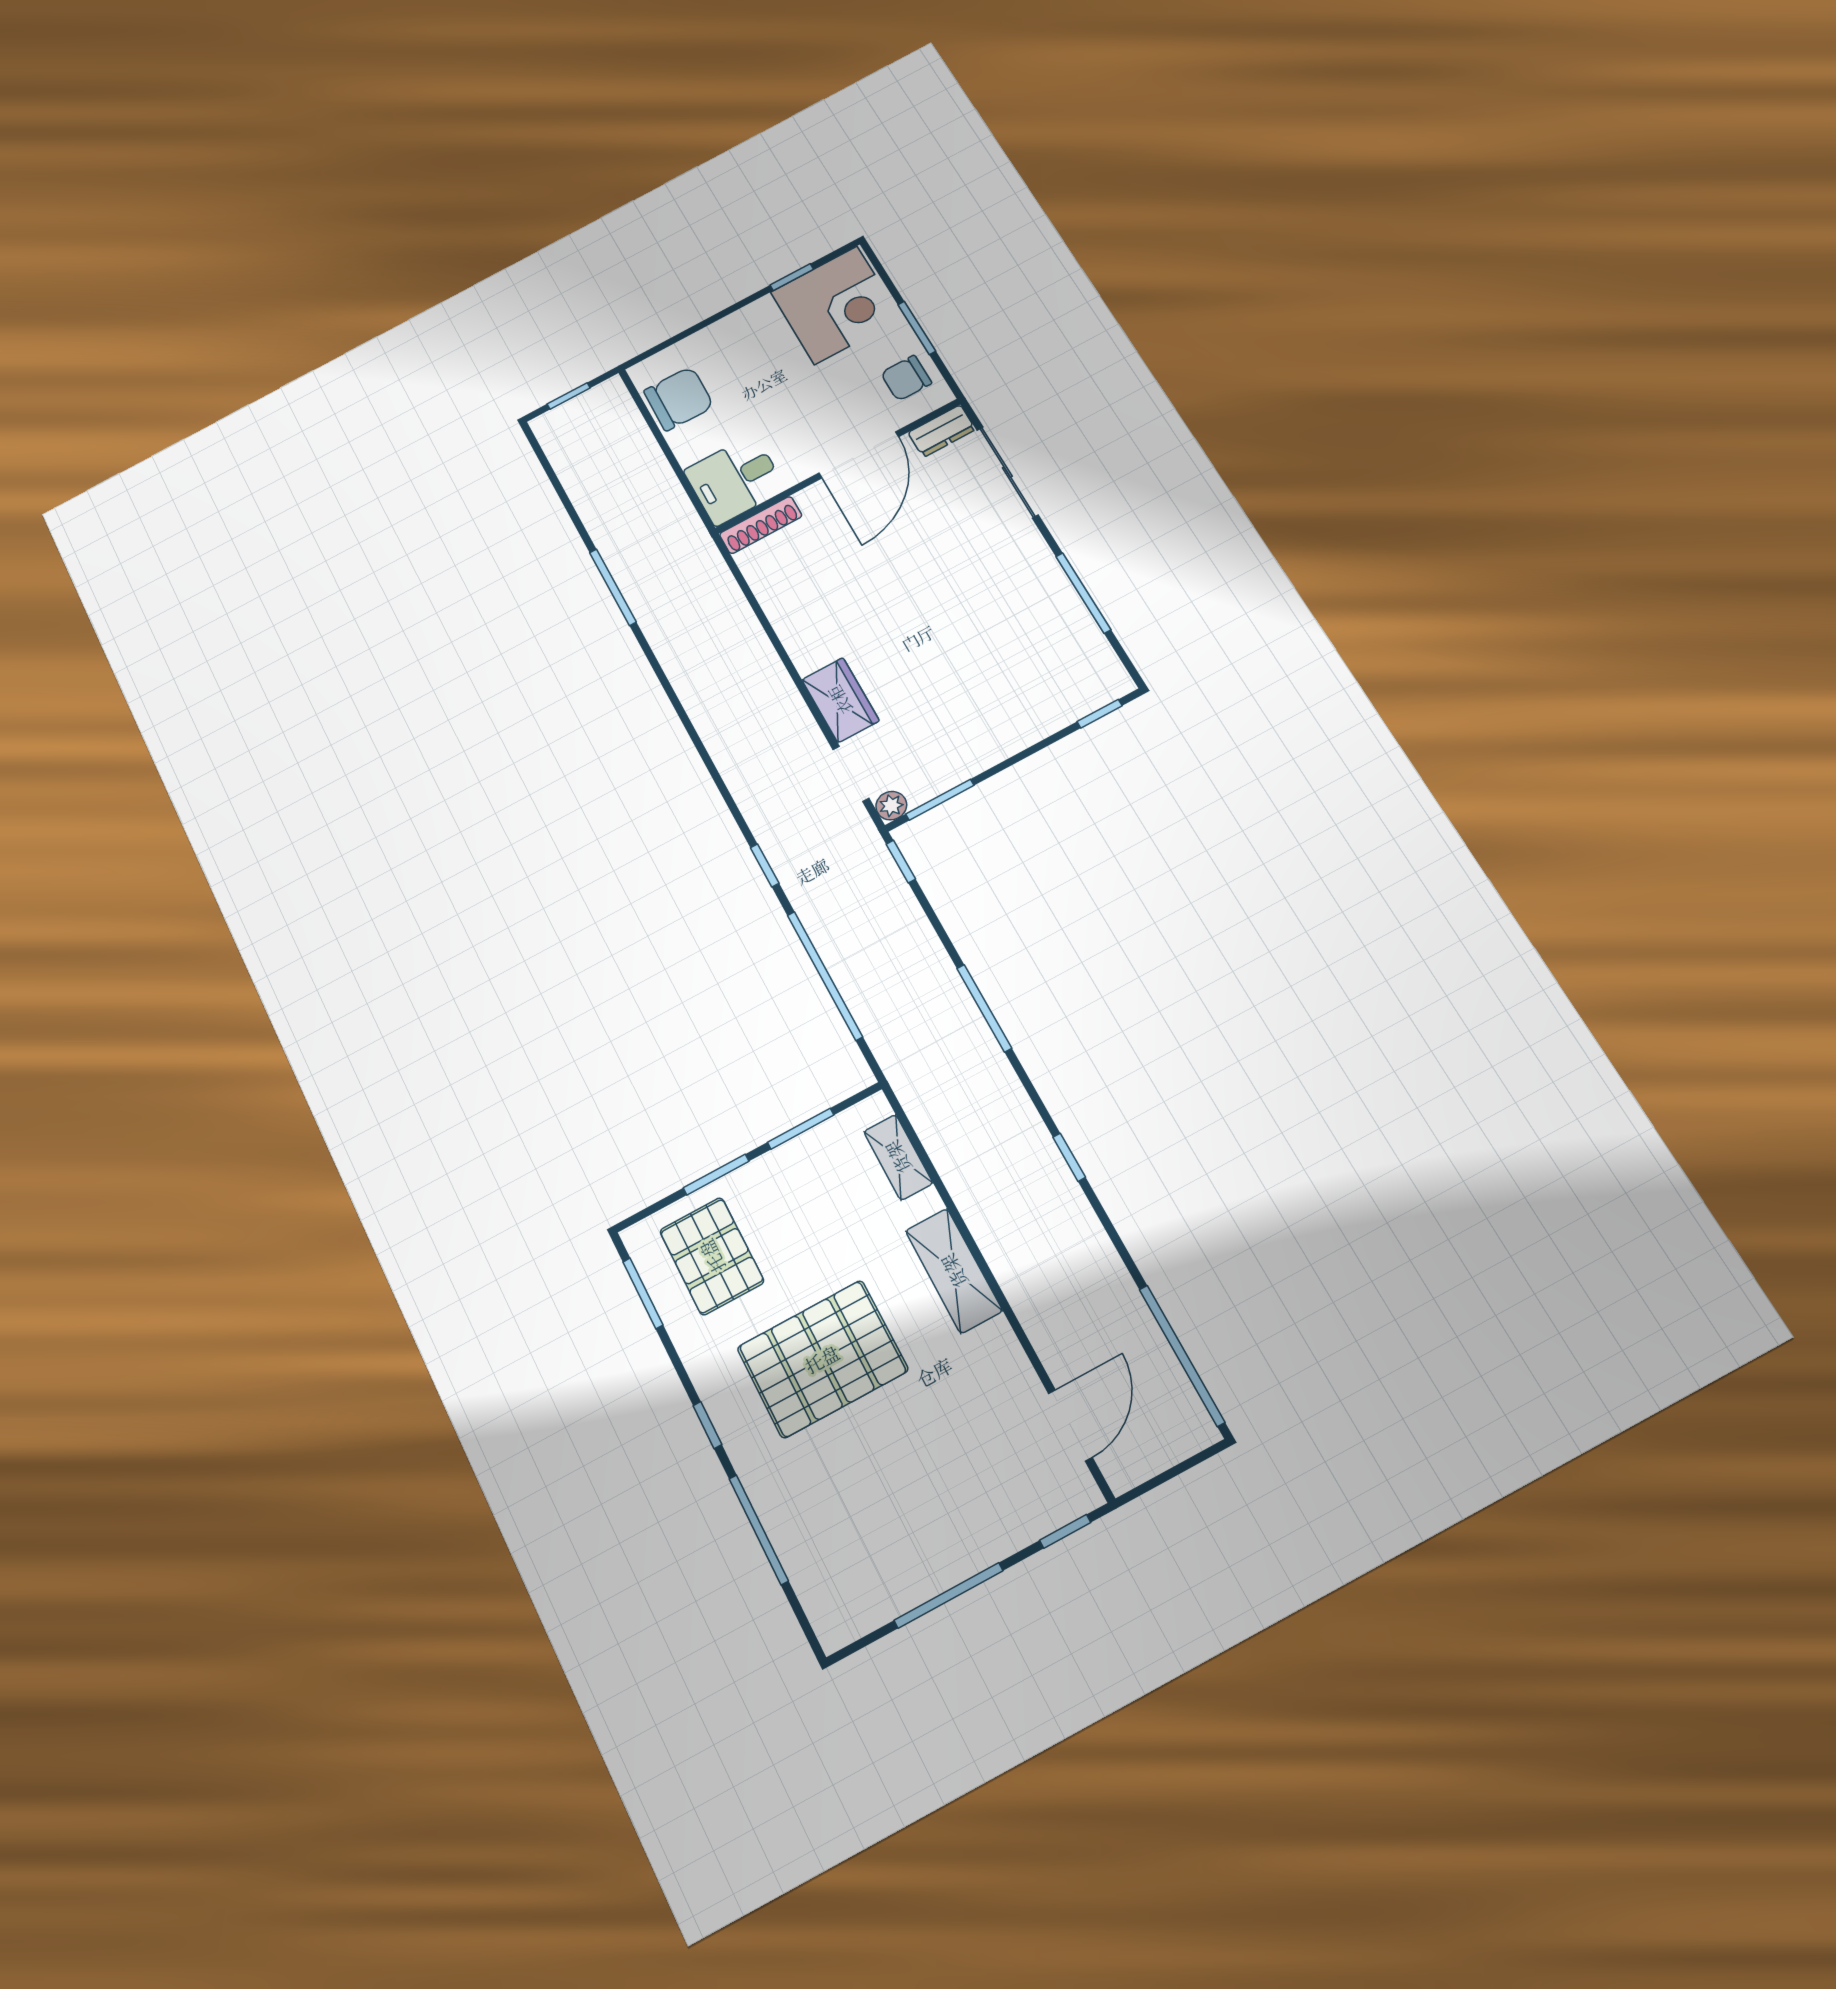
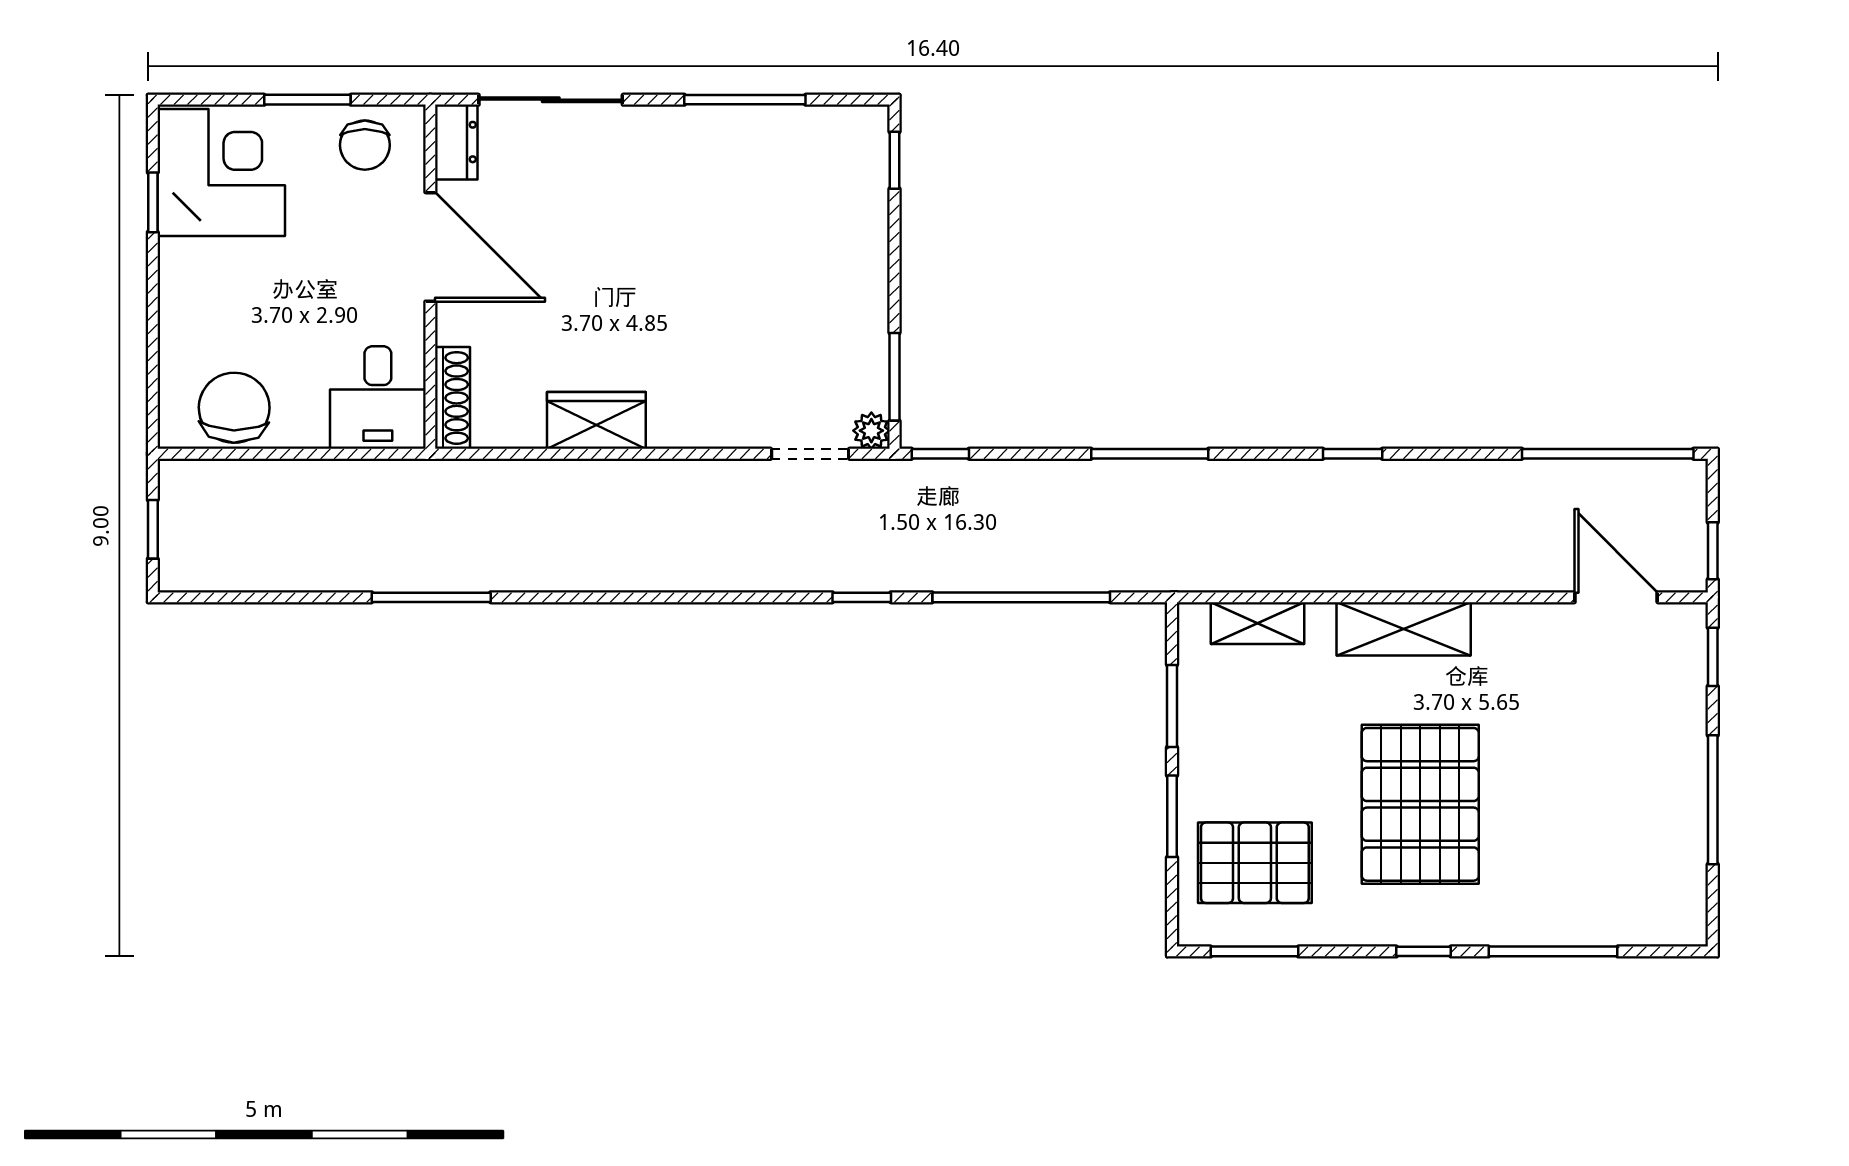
wardrobe: (840, 700) -> (596, 420), moved
window: (1152, 1484) -> (1713, 551), added

